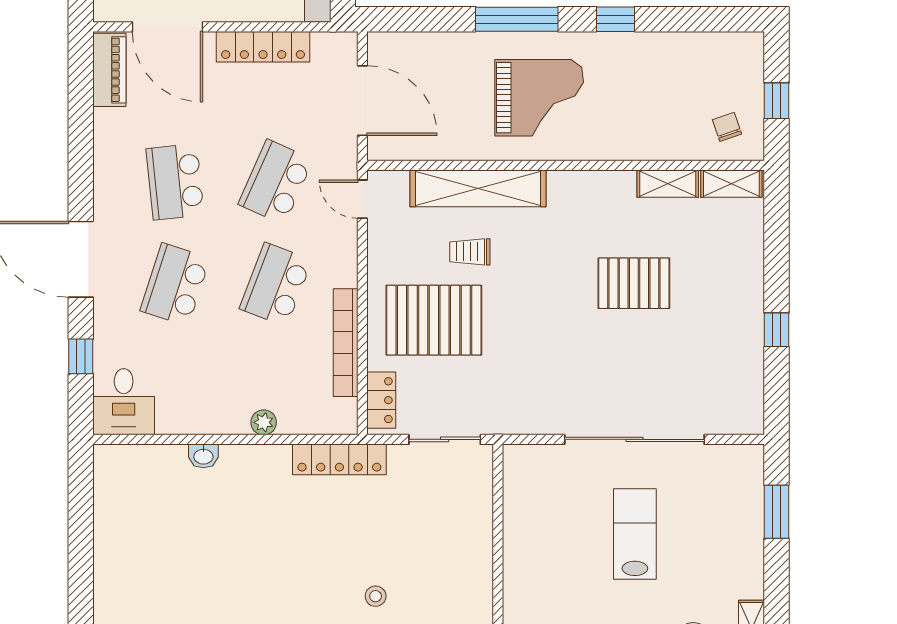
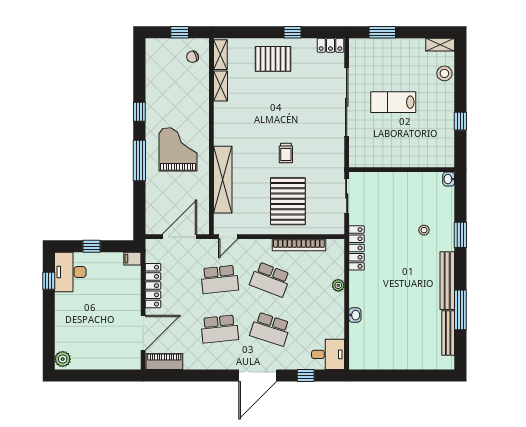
school desk: (276, 182) -> (220, 279), turned -30
trolley: (470, 252) -> (286, 153), moved
pallet: (634, 283) -> (273, 59), moved, turned 90
locker: (381, 400) -> (330, 45), moved, turned 180

